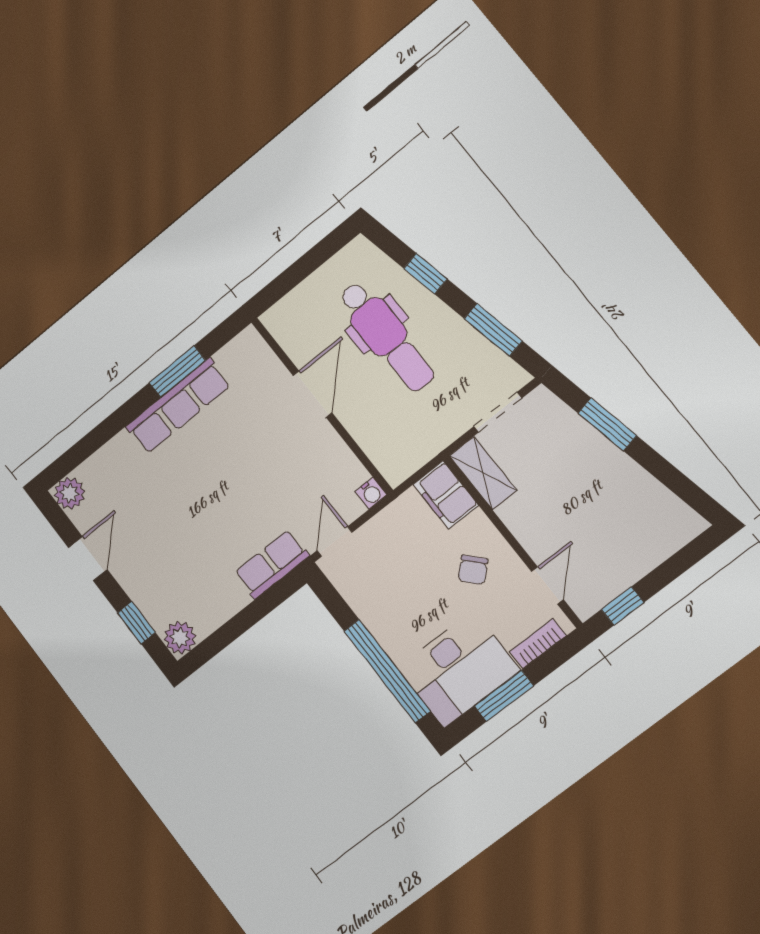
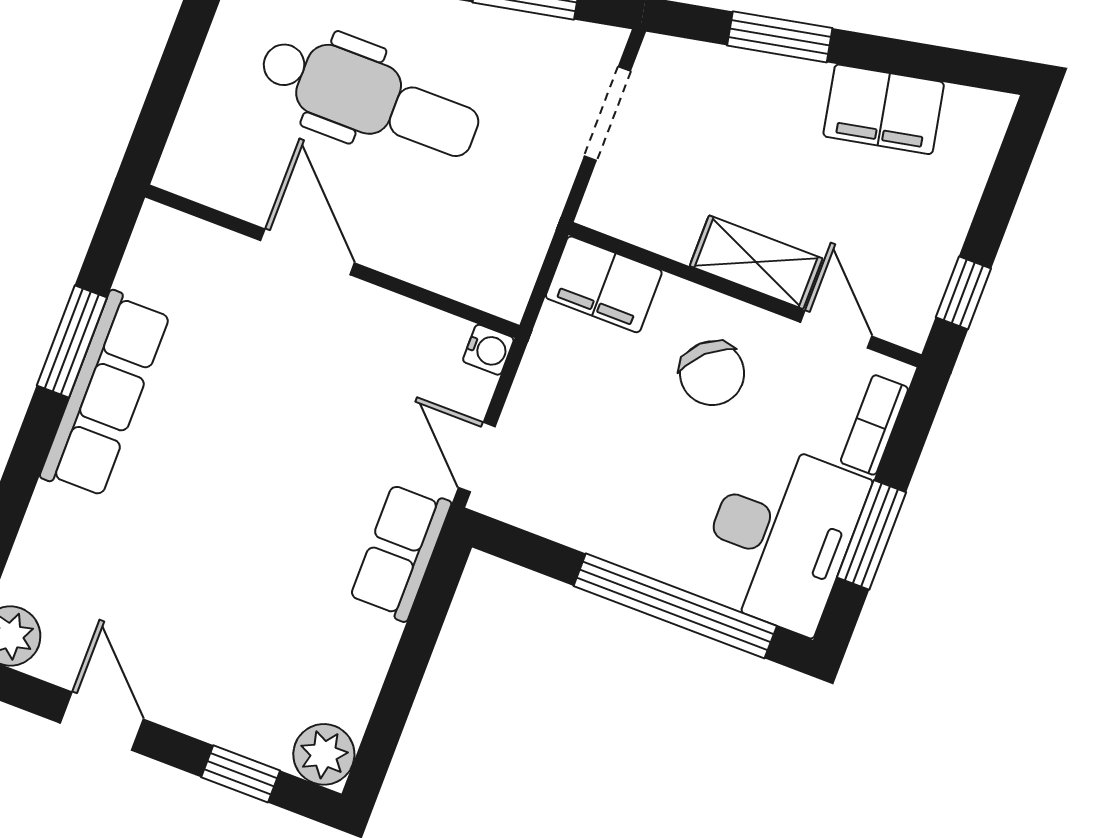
shelving: (483, 473) -> (756, 262), moved
filing cabinet: (638, 491) -> (884, 109), added
chair: (473, 570) -> (712, 373), width x1.37, depth x1.37

